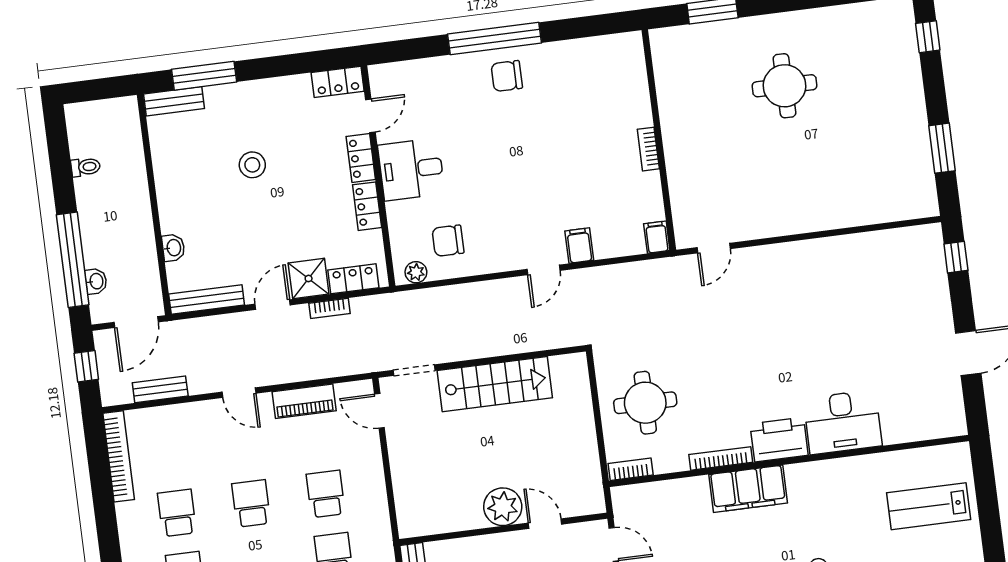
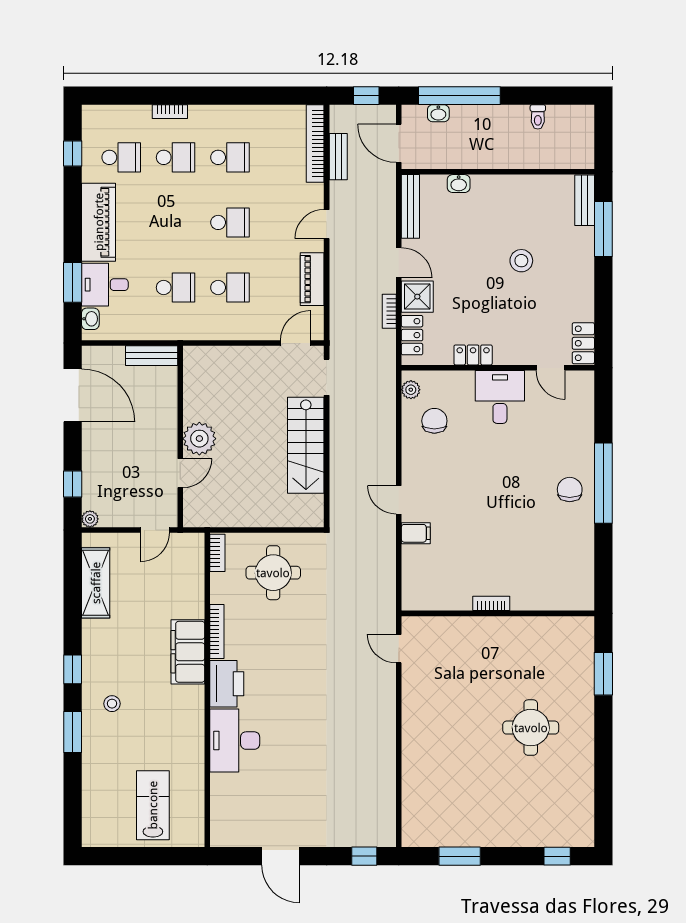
locker: (361, 158) -> (515, 355), removed
filing cabinet: (657, 237) -> (414, 601), removed
bookcase: (119, 456) -> (315, 144), moved, turned 90

